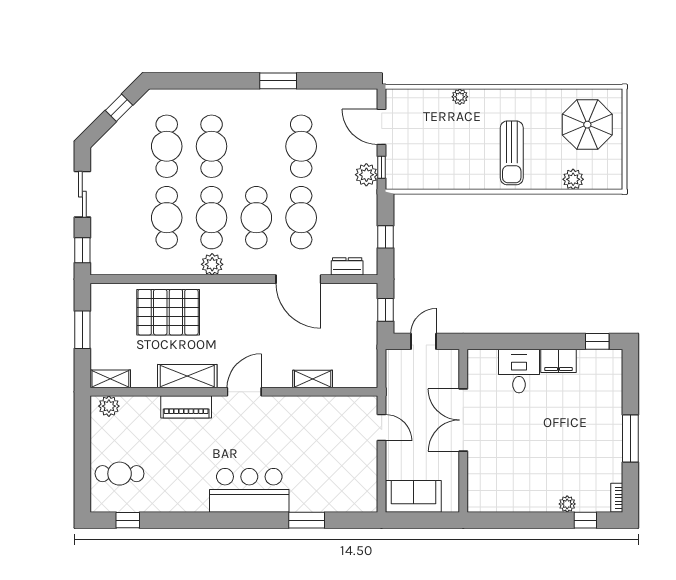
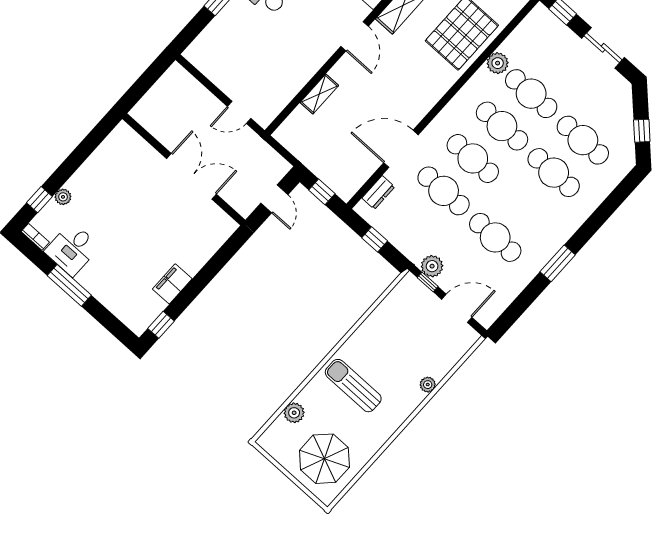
plant: (212, 264) -> (498, 63), moved
desk: (519, 371) -> (72, 249), moved, turned 90
sofa: (414, 496) -> (169, 91), removed

